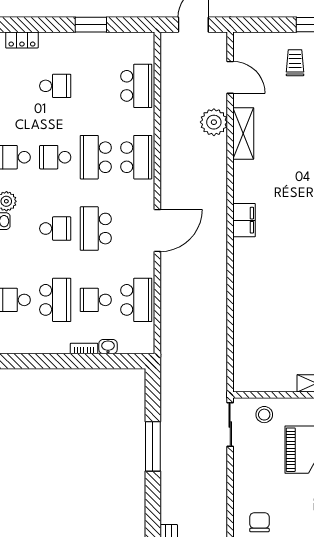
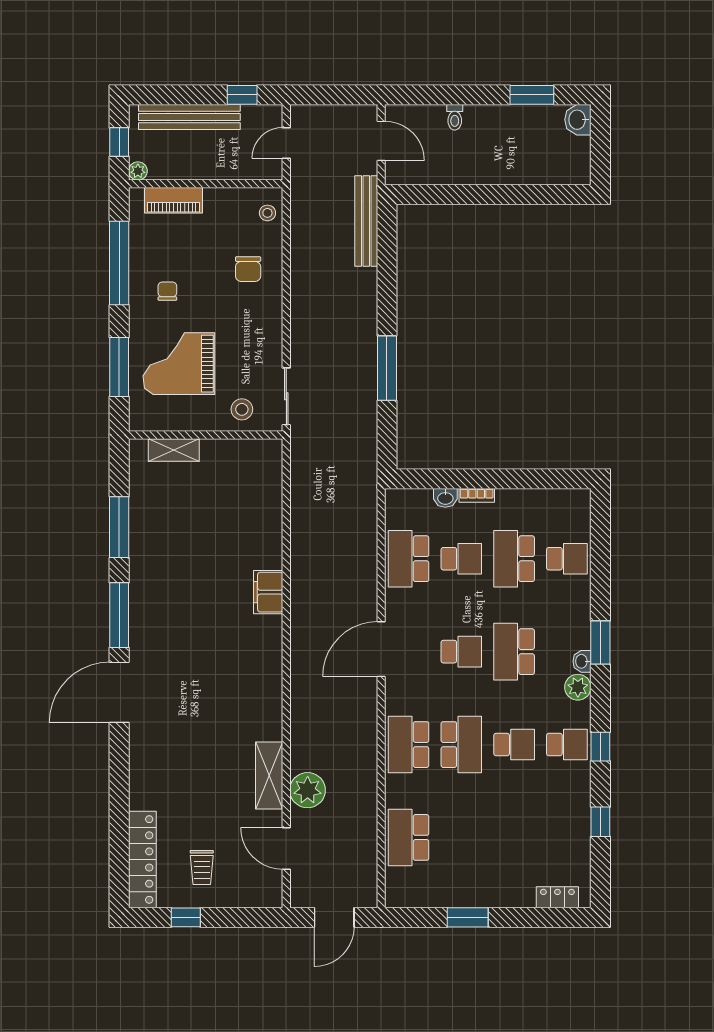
school desk: (55, 86) -> (514, 837), removed
filing cabinet: (244, 220) -> (268, 592), moved
school desk: (55, 229) -> (514, 652), width x1.85
school desk: (96, 229) -> (461, 652), width x0.54

